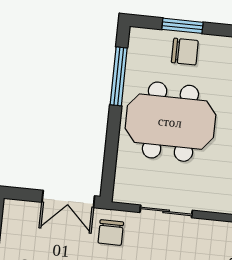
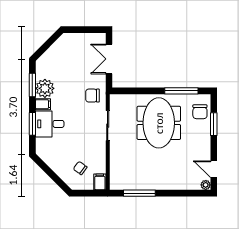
chair: (185, 52) -> (200, 112), moved
double door: (68, 199) -> (109, 59), moved

